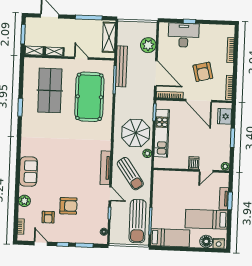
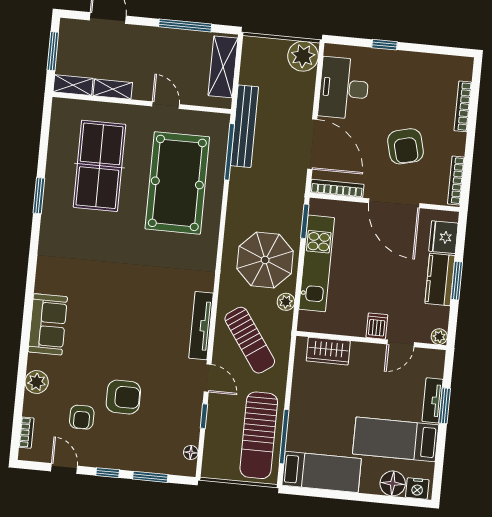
desk: (184, 35) -> (344, 88), moved, turned -90
plant: (148, 45) -> (303, 56), moved
kitchen counter: (224, 138) -> (440, 279), added
wardrobe: (170, 177) -> (328, 351), added

